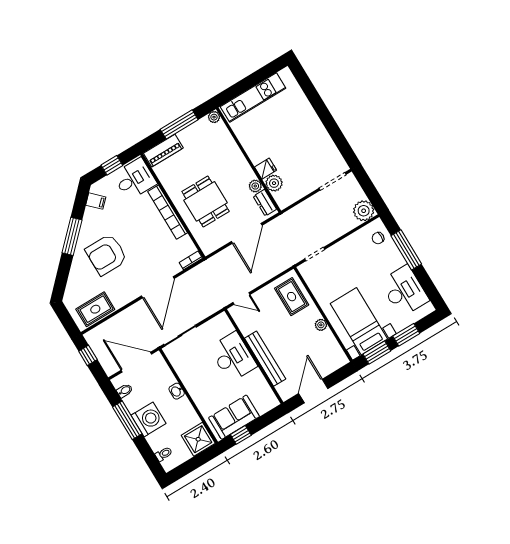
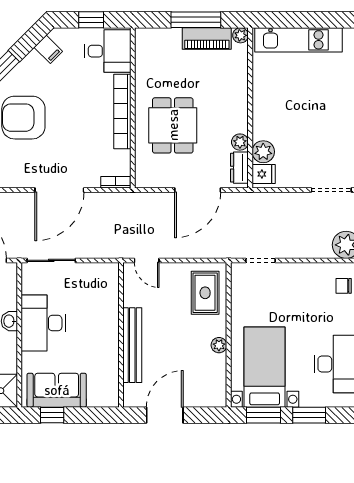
piano: (163, 151) -> (207, 38), moved
fridge: (266, 169) -> (264, 174), moved
desk: (233, 357) -> (43, 323), moved, turned 180

